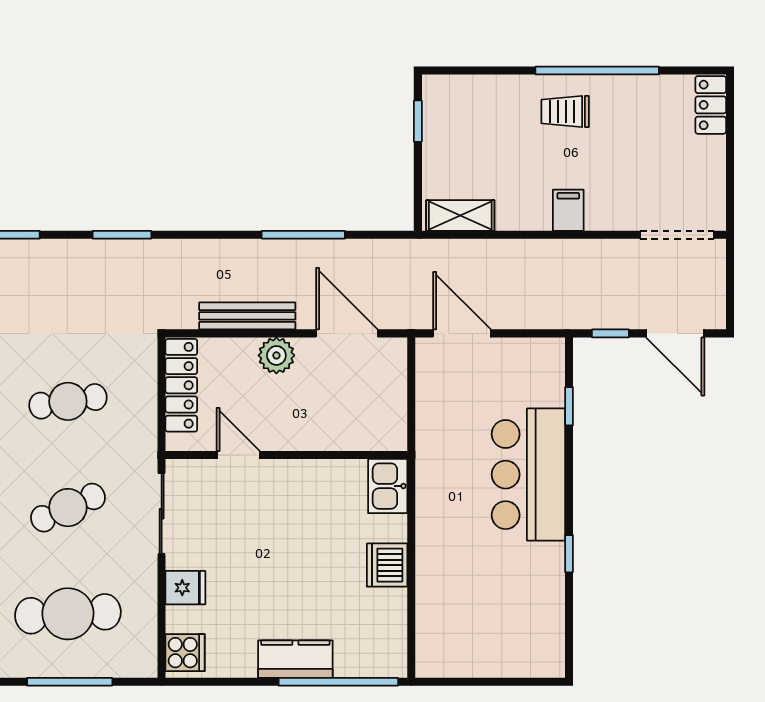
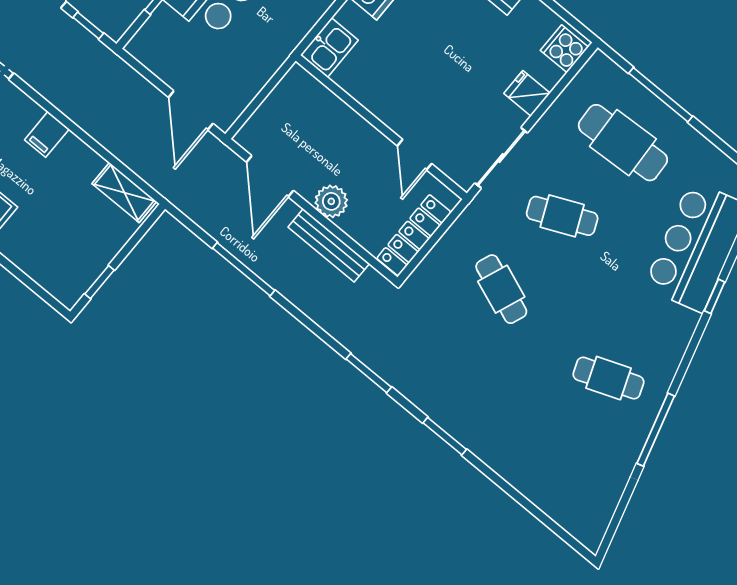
cafe table: (68, 401) -> (501, 289), turned 30

